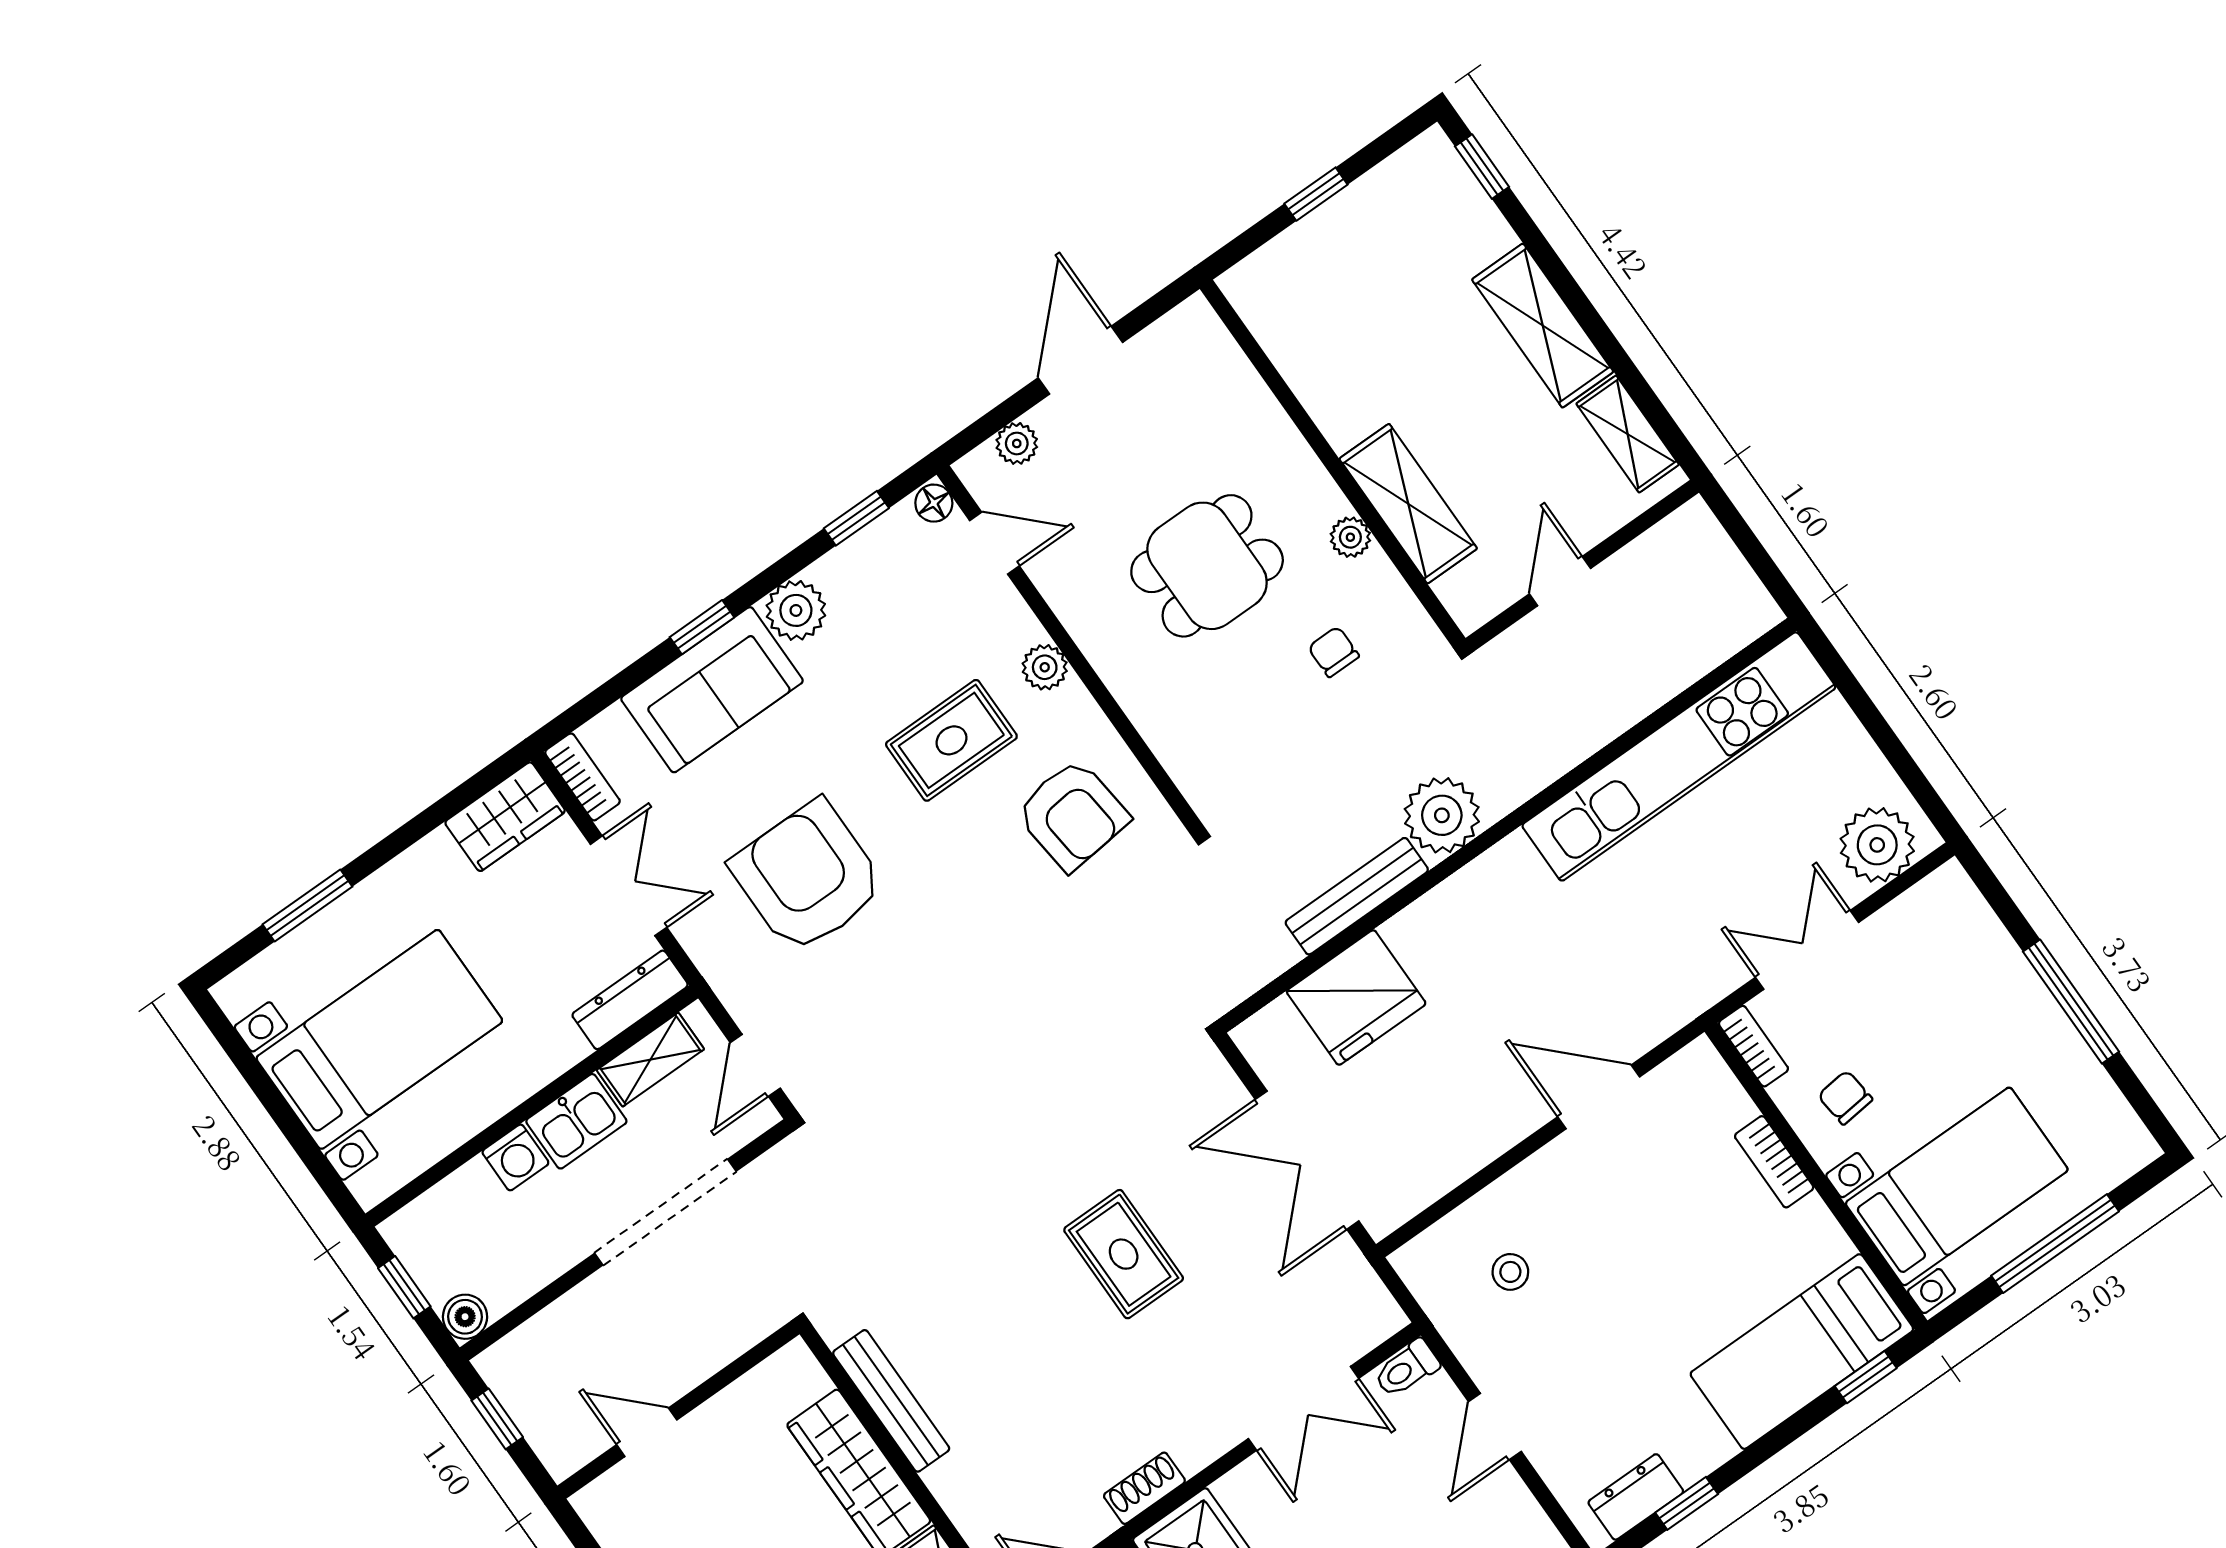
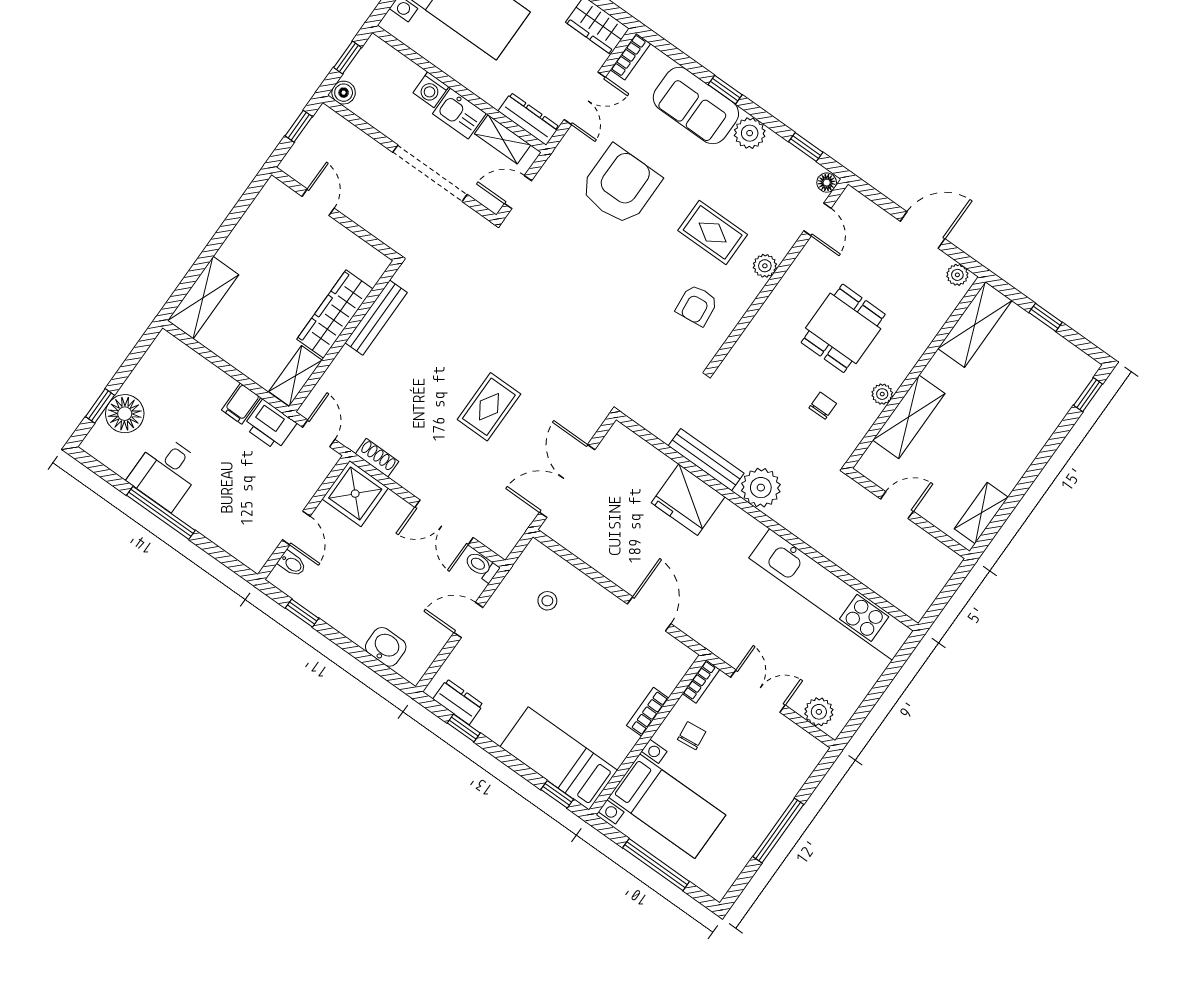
shelving: (1543, 326) -> (975, 325), moved
plant: (1017, 443) -> (957, 275), moved
dining table: (1207, 566) -> (843, 328), turned 90
armchair: (1072, 815) -> (697, 305), width x0.72, depth x0.72
plant: (1877, 845) -> (819, 712), width x0.73, depth x0.73
fridge: (1356, 997) -> (688, 500), moved

